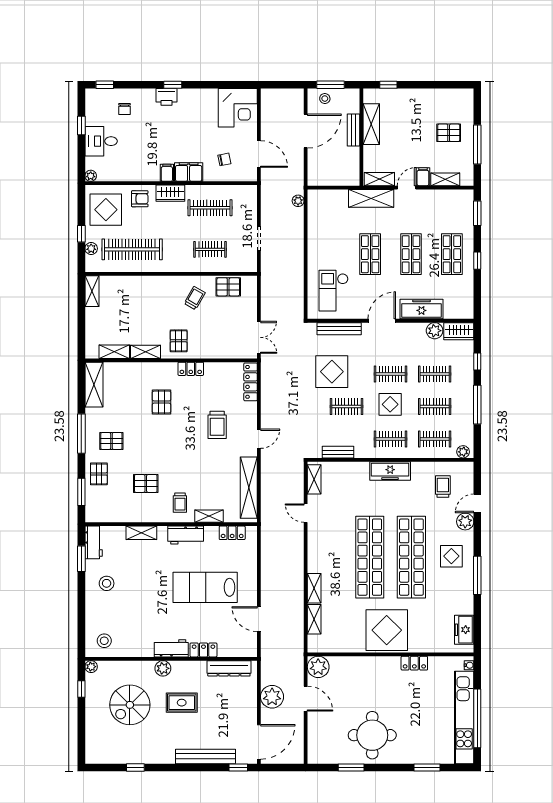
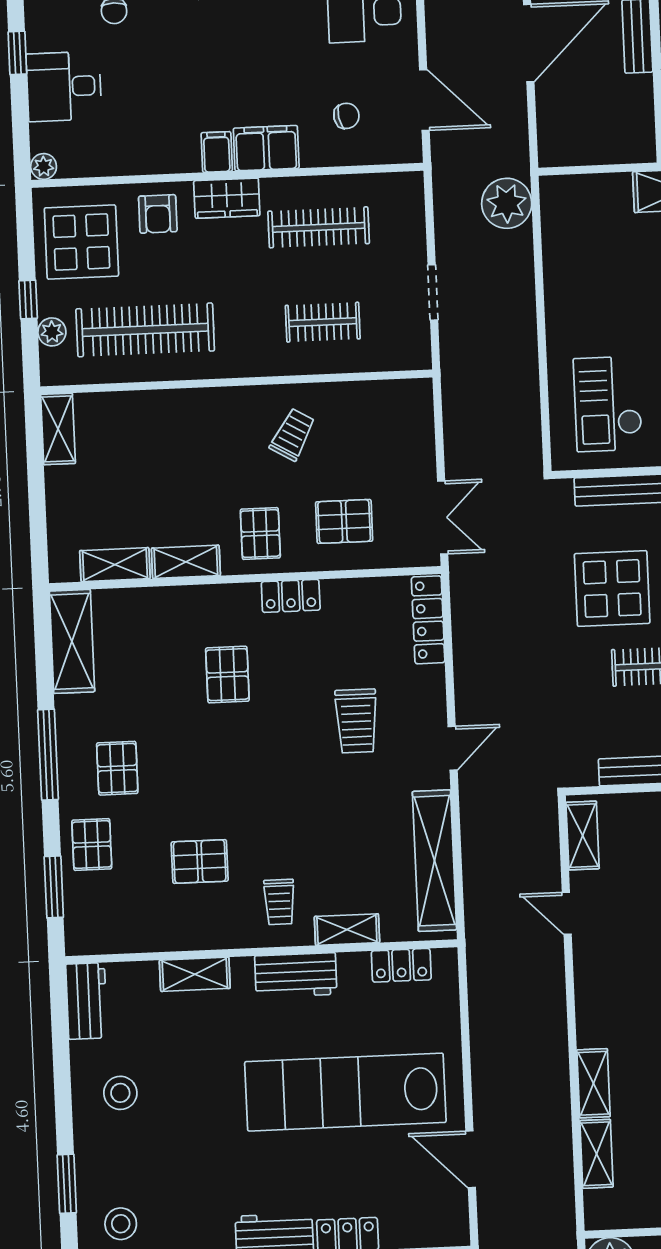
armchair: (140, 199) -> (158, 214), turned 90
plant: (298, 201) -> (507, 203), width x1.87, depth x1.87
pallet: (228, 287) -> (344, 521), moved
pallet: (111, 441) -> (117, 768), turned 90
window: (81, 559) -> (67, 1184), moved
lab bench: (205, 587) -> (345, 1092), width x1.36

